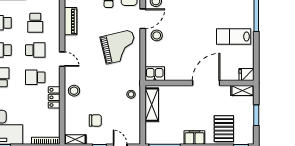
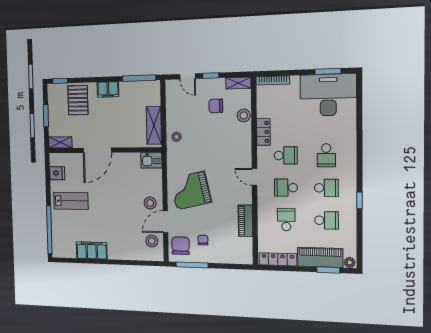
fridge: (247, 75) -> (57, 173), moved
stool: (74, 91) -> (244, 115), moved

